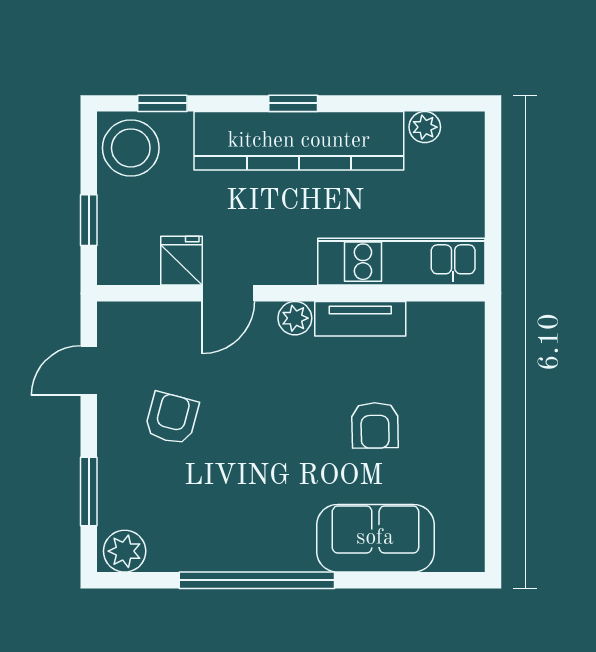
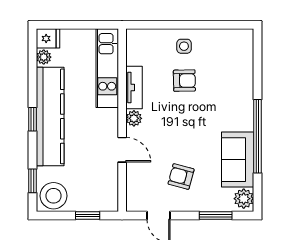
fridge: (181, 261) -> (48, 38), moved, turned 180
side table: (448, 424) -> (184, 46), added
sofa: (375, 538) -> (238, 160), moved

